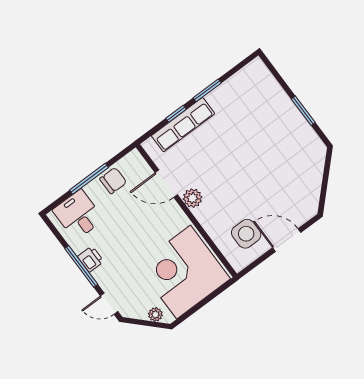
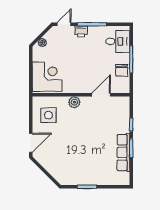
row of seats: (183, 125) -> (123, 152), moved
plant: (192, 198) -> (74, 102), moved
door: (287, 240) -> (31, 143), moved
printer: (91, 259) -> (81, 31), moved
corner desk: (184, 272) -> (47, 77), width x0.74, depth x0.74

